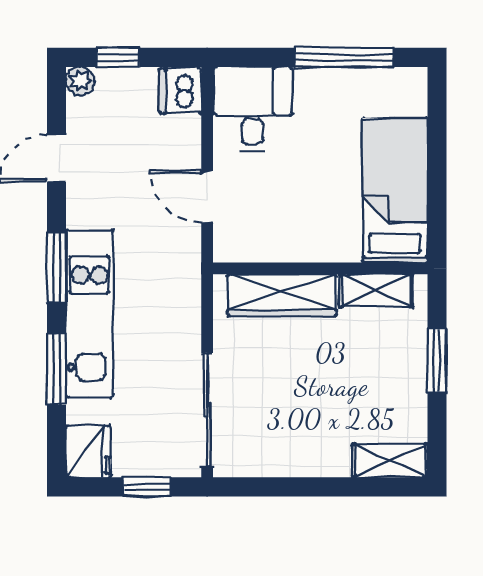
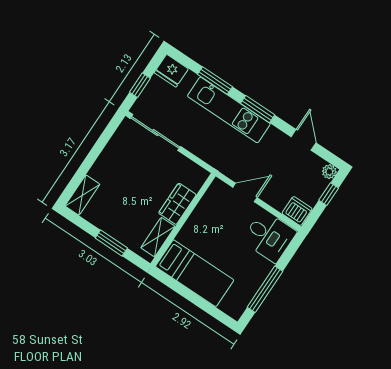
wardrobe: (282, 295) -> (177, 204), width x0.67

